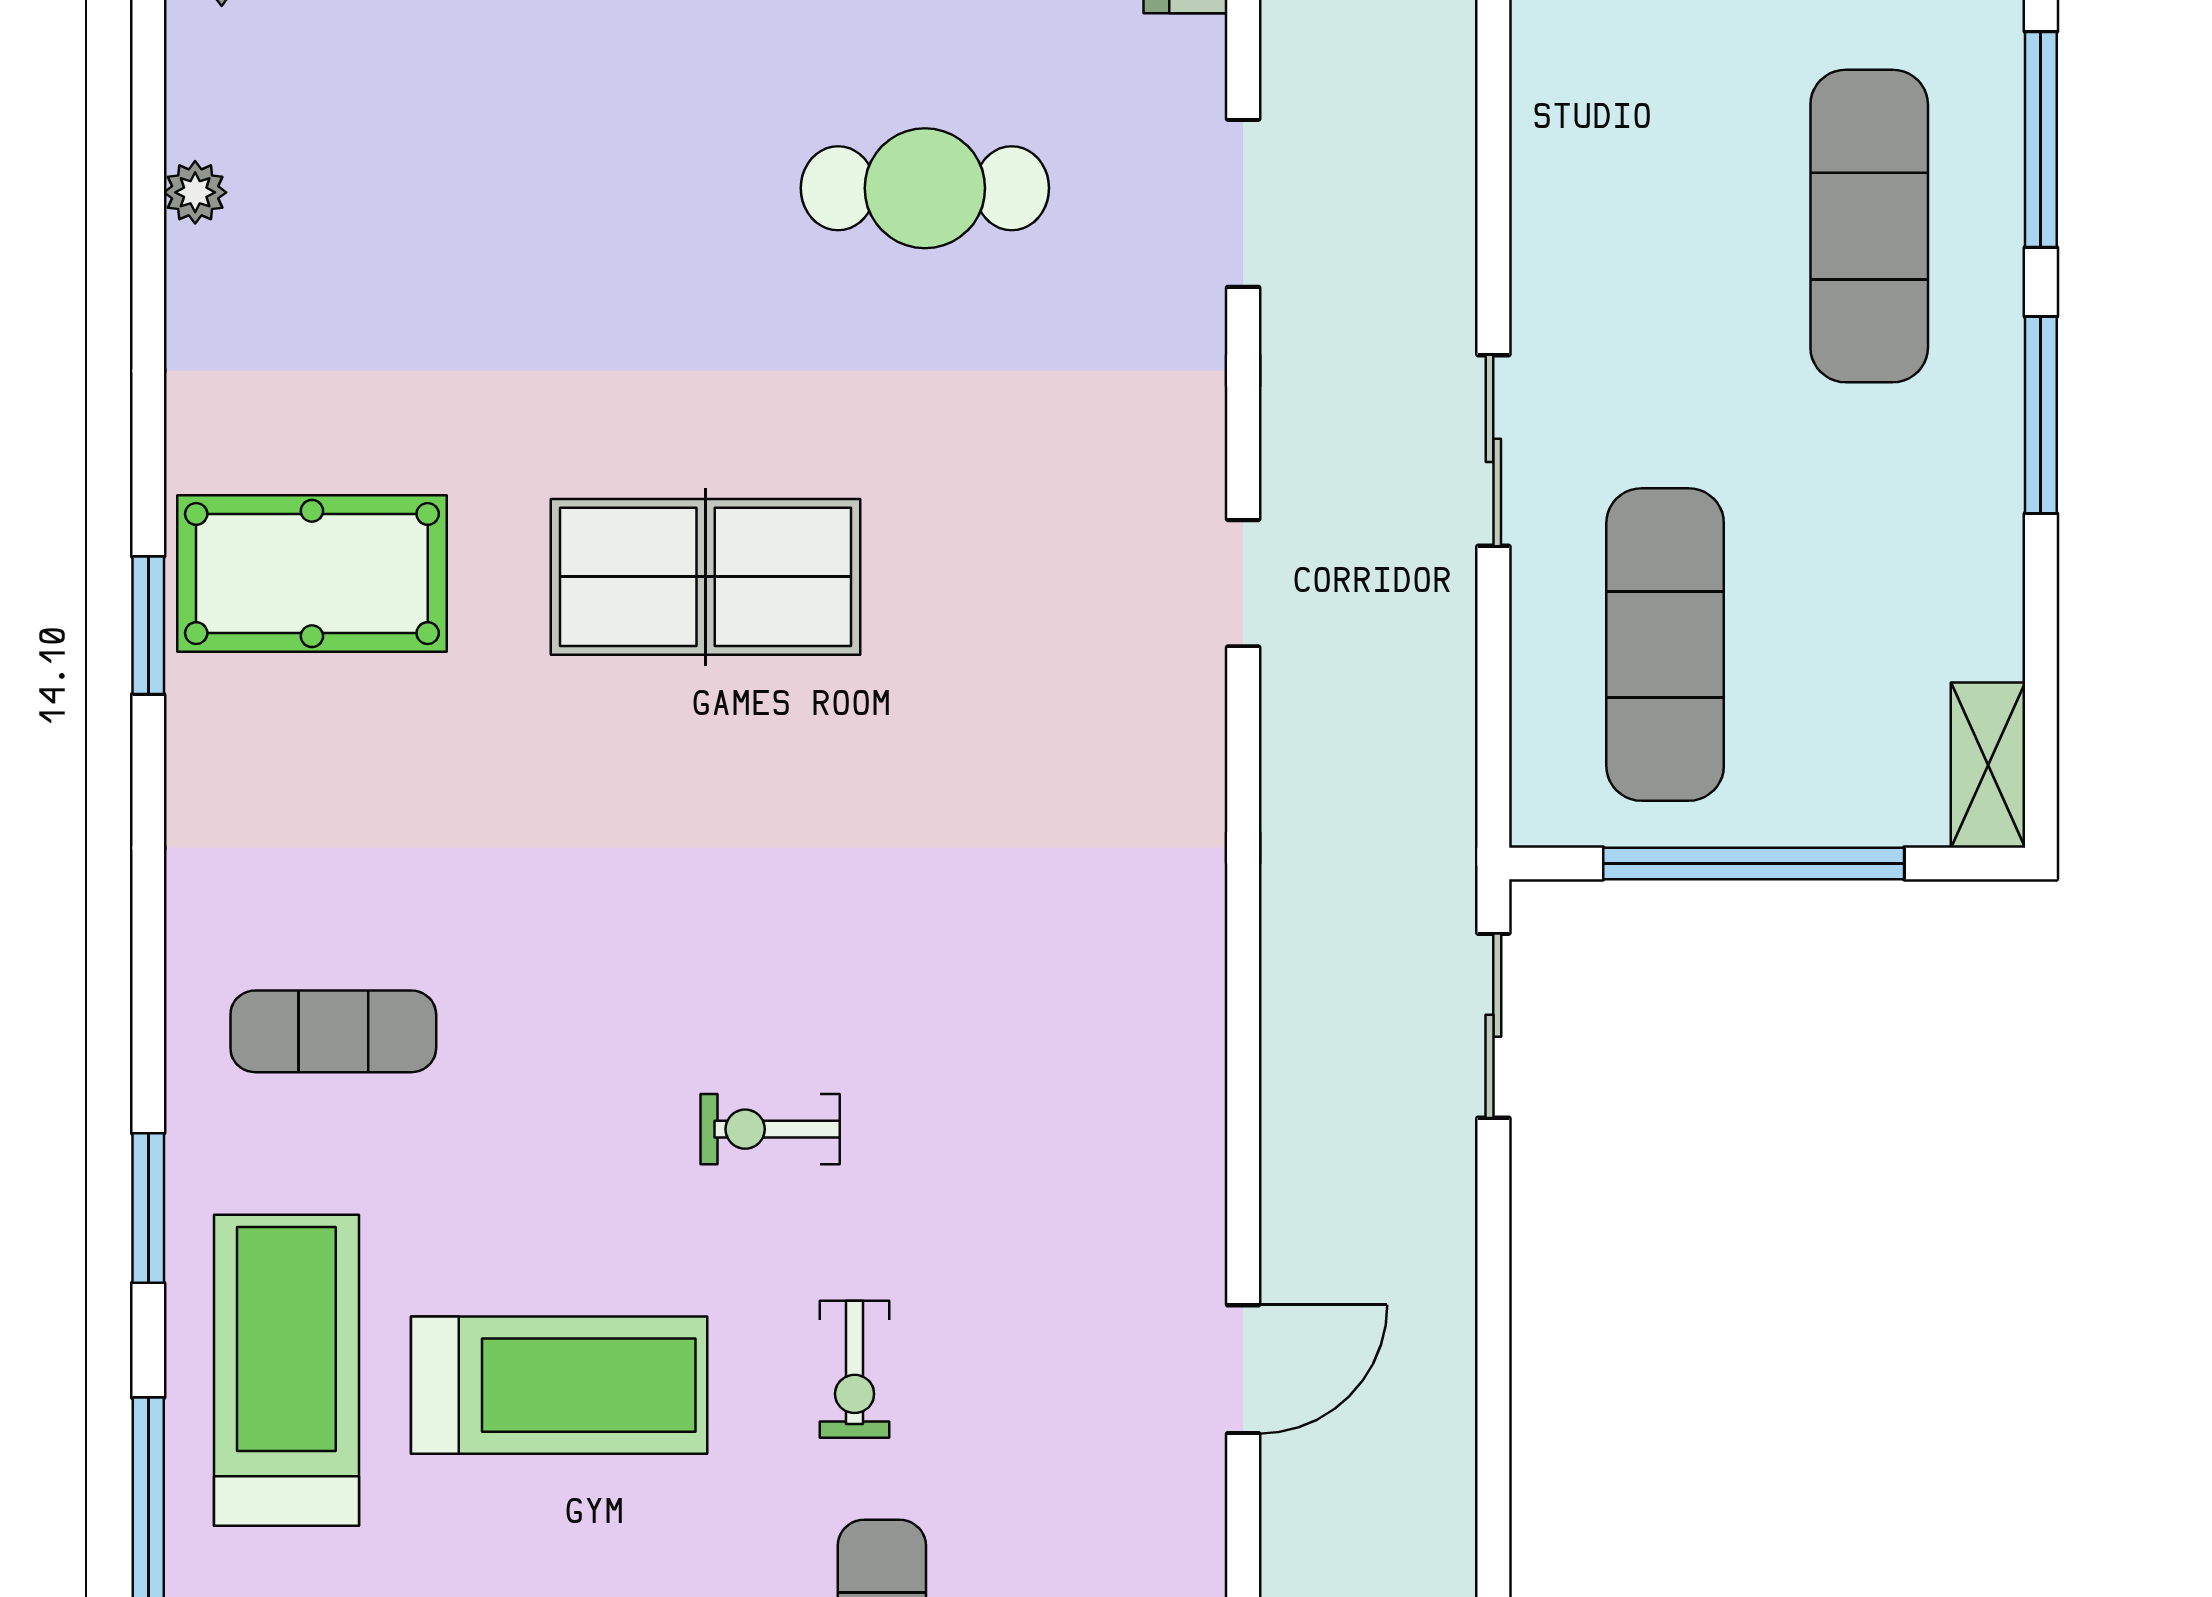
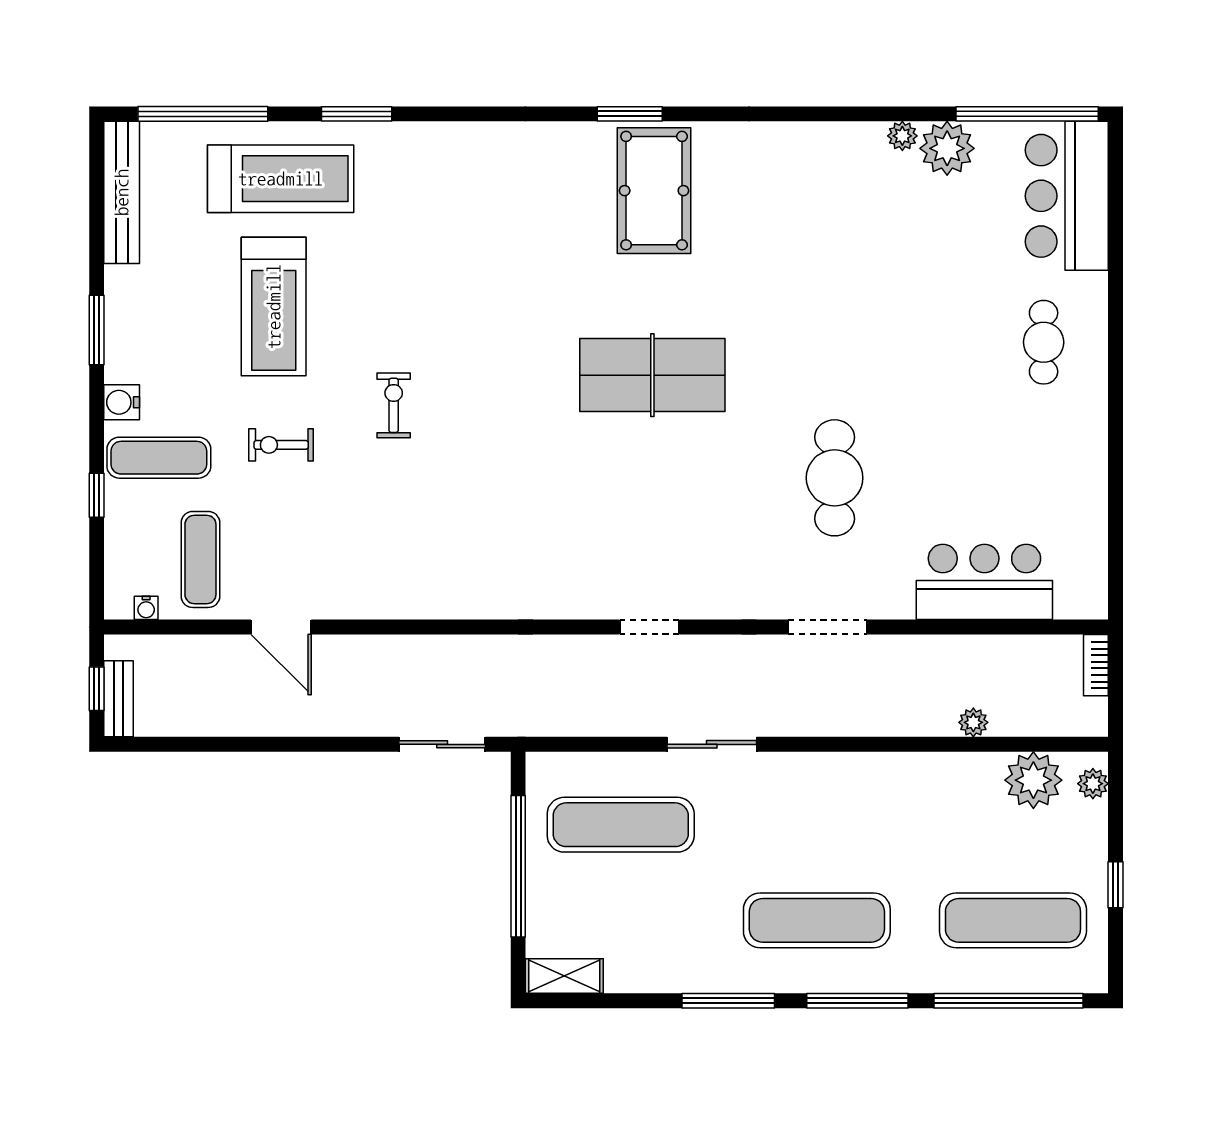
plant: (195, 192) -> (902, 136), moved
table tennis table: (706, 577) -> (652, 375), turned 90
exercise mat: (333, 1031) -> (200, 559), moved

